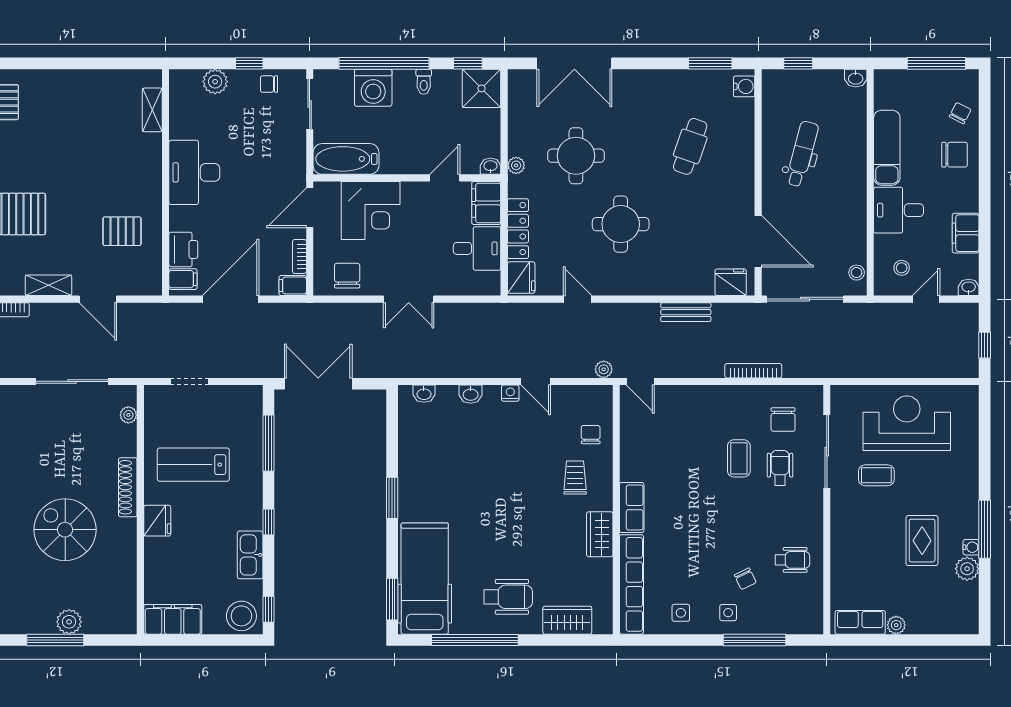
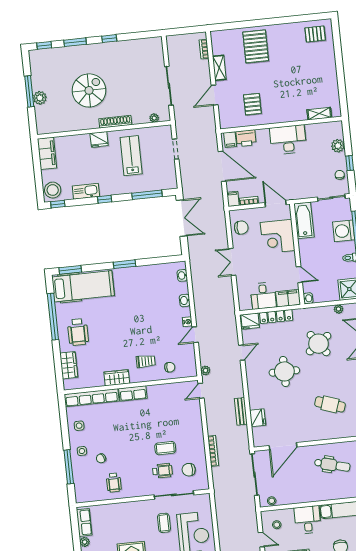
round table: (576, 156) -> (319, 344), turned -36
plant: (516, 165) -> (339, 309), moved
fridge: (731, 282) -> (258, 418), moved

